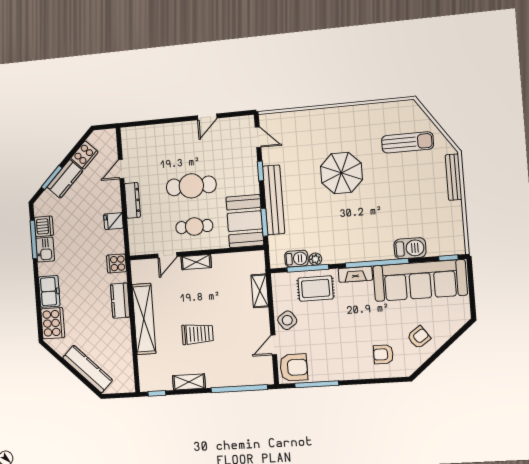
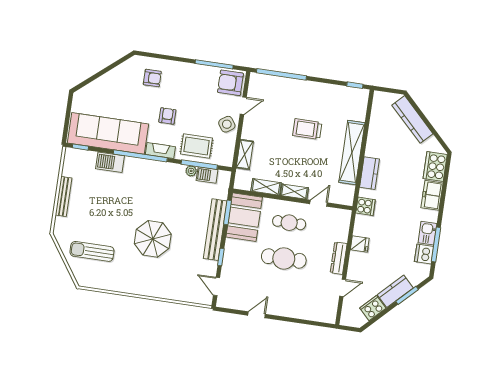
bench: (453, 177) -> (64, 196), moved
armchair: (419, 337) -> (167, 116), moved, turned 125
shelving: (189, 382) -> (266, 187), moved

